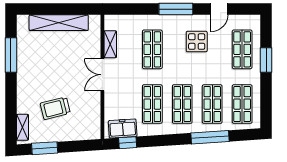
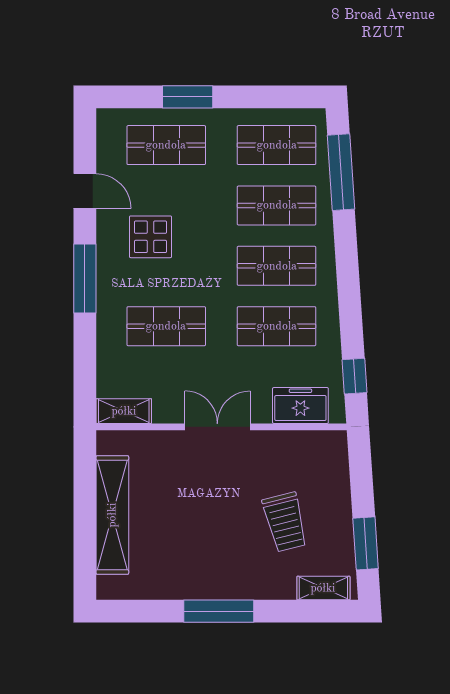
shelving: (110, 44) -> (124, 411), moved
window: (11, 55) -> (219, 611), moved
double door: (102, 75) -> (217, 427), swing flipped
freezer: (123, 128) -> (300, 405), moved, turned 94
window: (210, 137) -> (341, 172), moved

